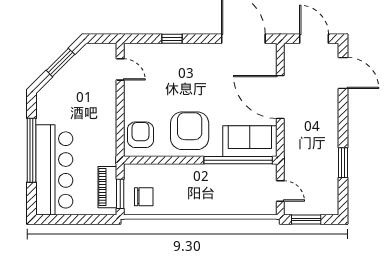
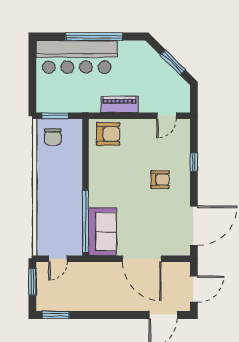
door: (280, 97) -> (142, 259), swing flipped
armchair: (190, 131) -> (160, 180), moved, width x0.53, depth x0.53
window: (343, 163) -> (56, 315), moved
piano: (107, 187) -> (120, 104), moved

